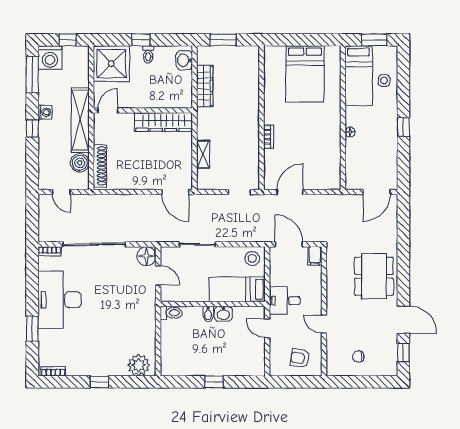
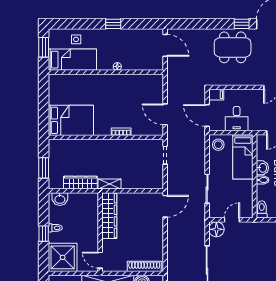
bed: (305, 74) -> (71, 120), moved
shelving: (203, 154) -> (110, 184), moved
door: (289, 244) -> (207, 115), hinge flipped
window: (403, 288) -> (242, 24), added
desk: (285, 301) -> (237, 119), moved

